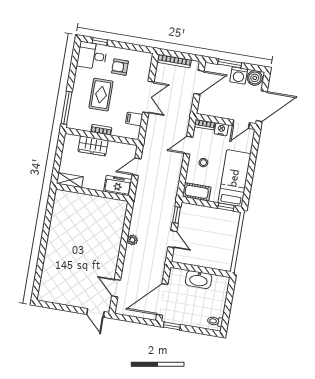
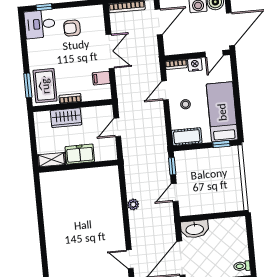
rug: (101, 95) -> (45, 86), moved
window: (67, 108) -> (28, 85), width x0.69
freezer: (118, 185) -> (80, 154), moved
door: (172, 239) -> (175, 192), swing flipped
washbasin: (199, 280) -> (195, 229), moved

